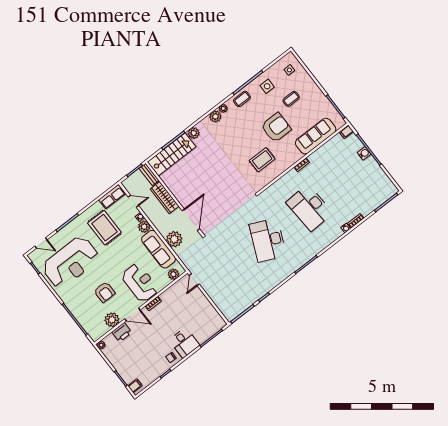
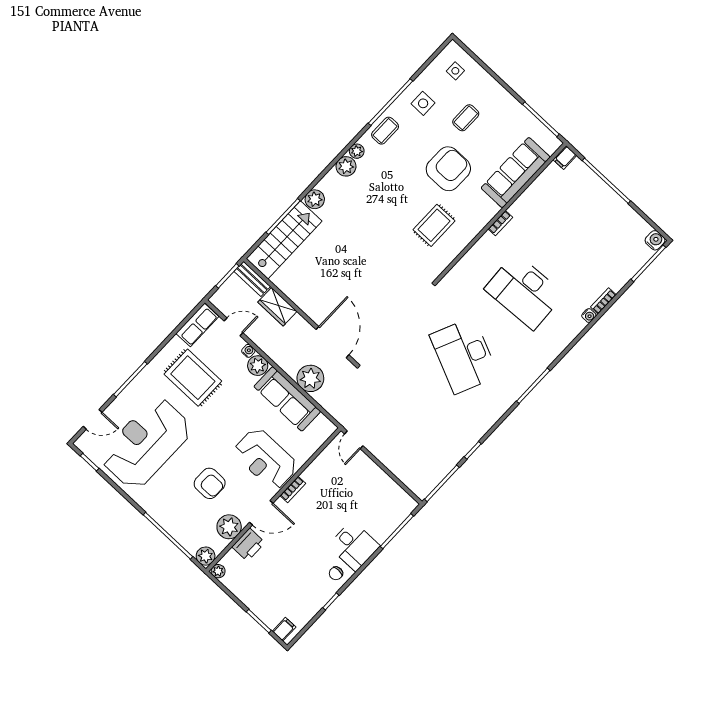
water cooler: (364, 153) -> (655, 240), moved
wardrobe: (165, 198) -> (277, 307), width x0.67
reception desk: (71, 262) -> (146, 443), turned 180
plant: (173, 274) -> (206, 556), moved
reception desk: (140, 283) -> (265, 459), turned 180

